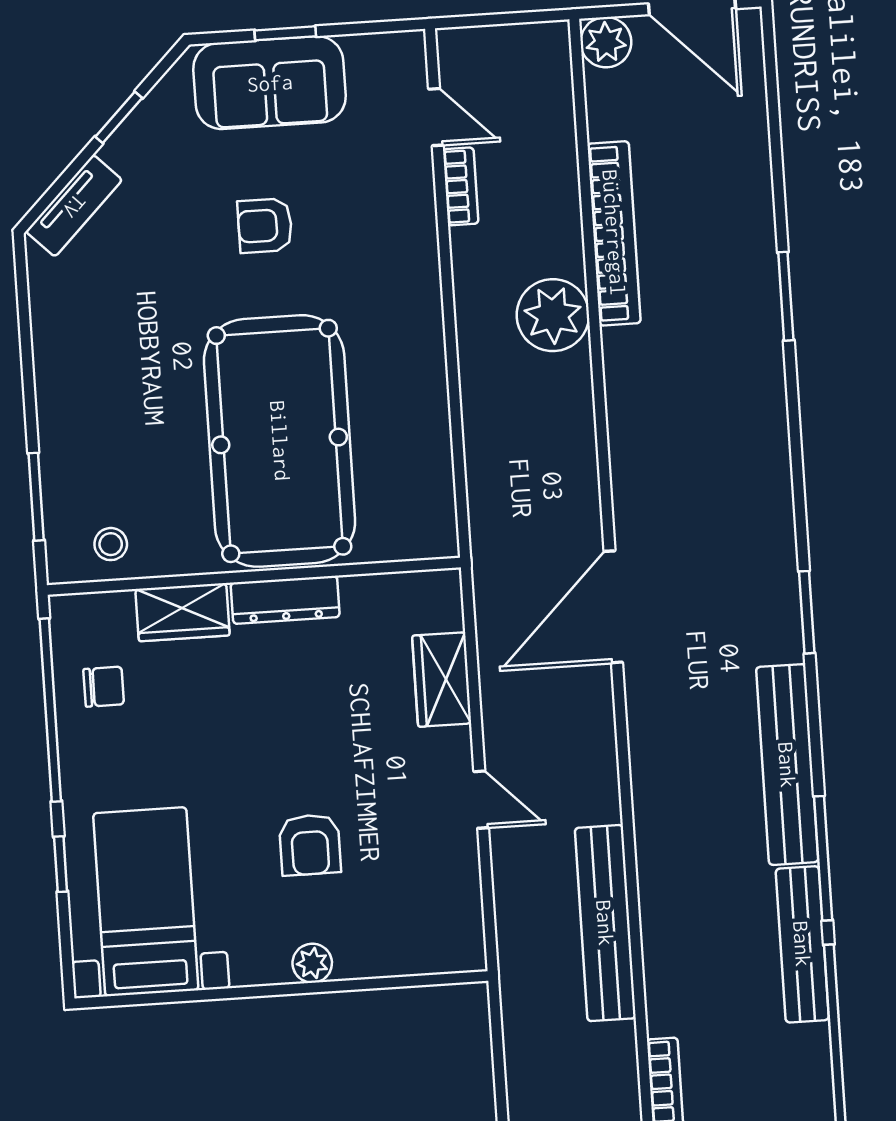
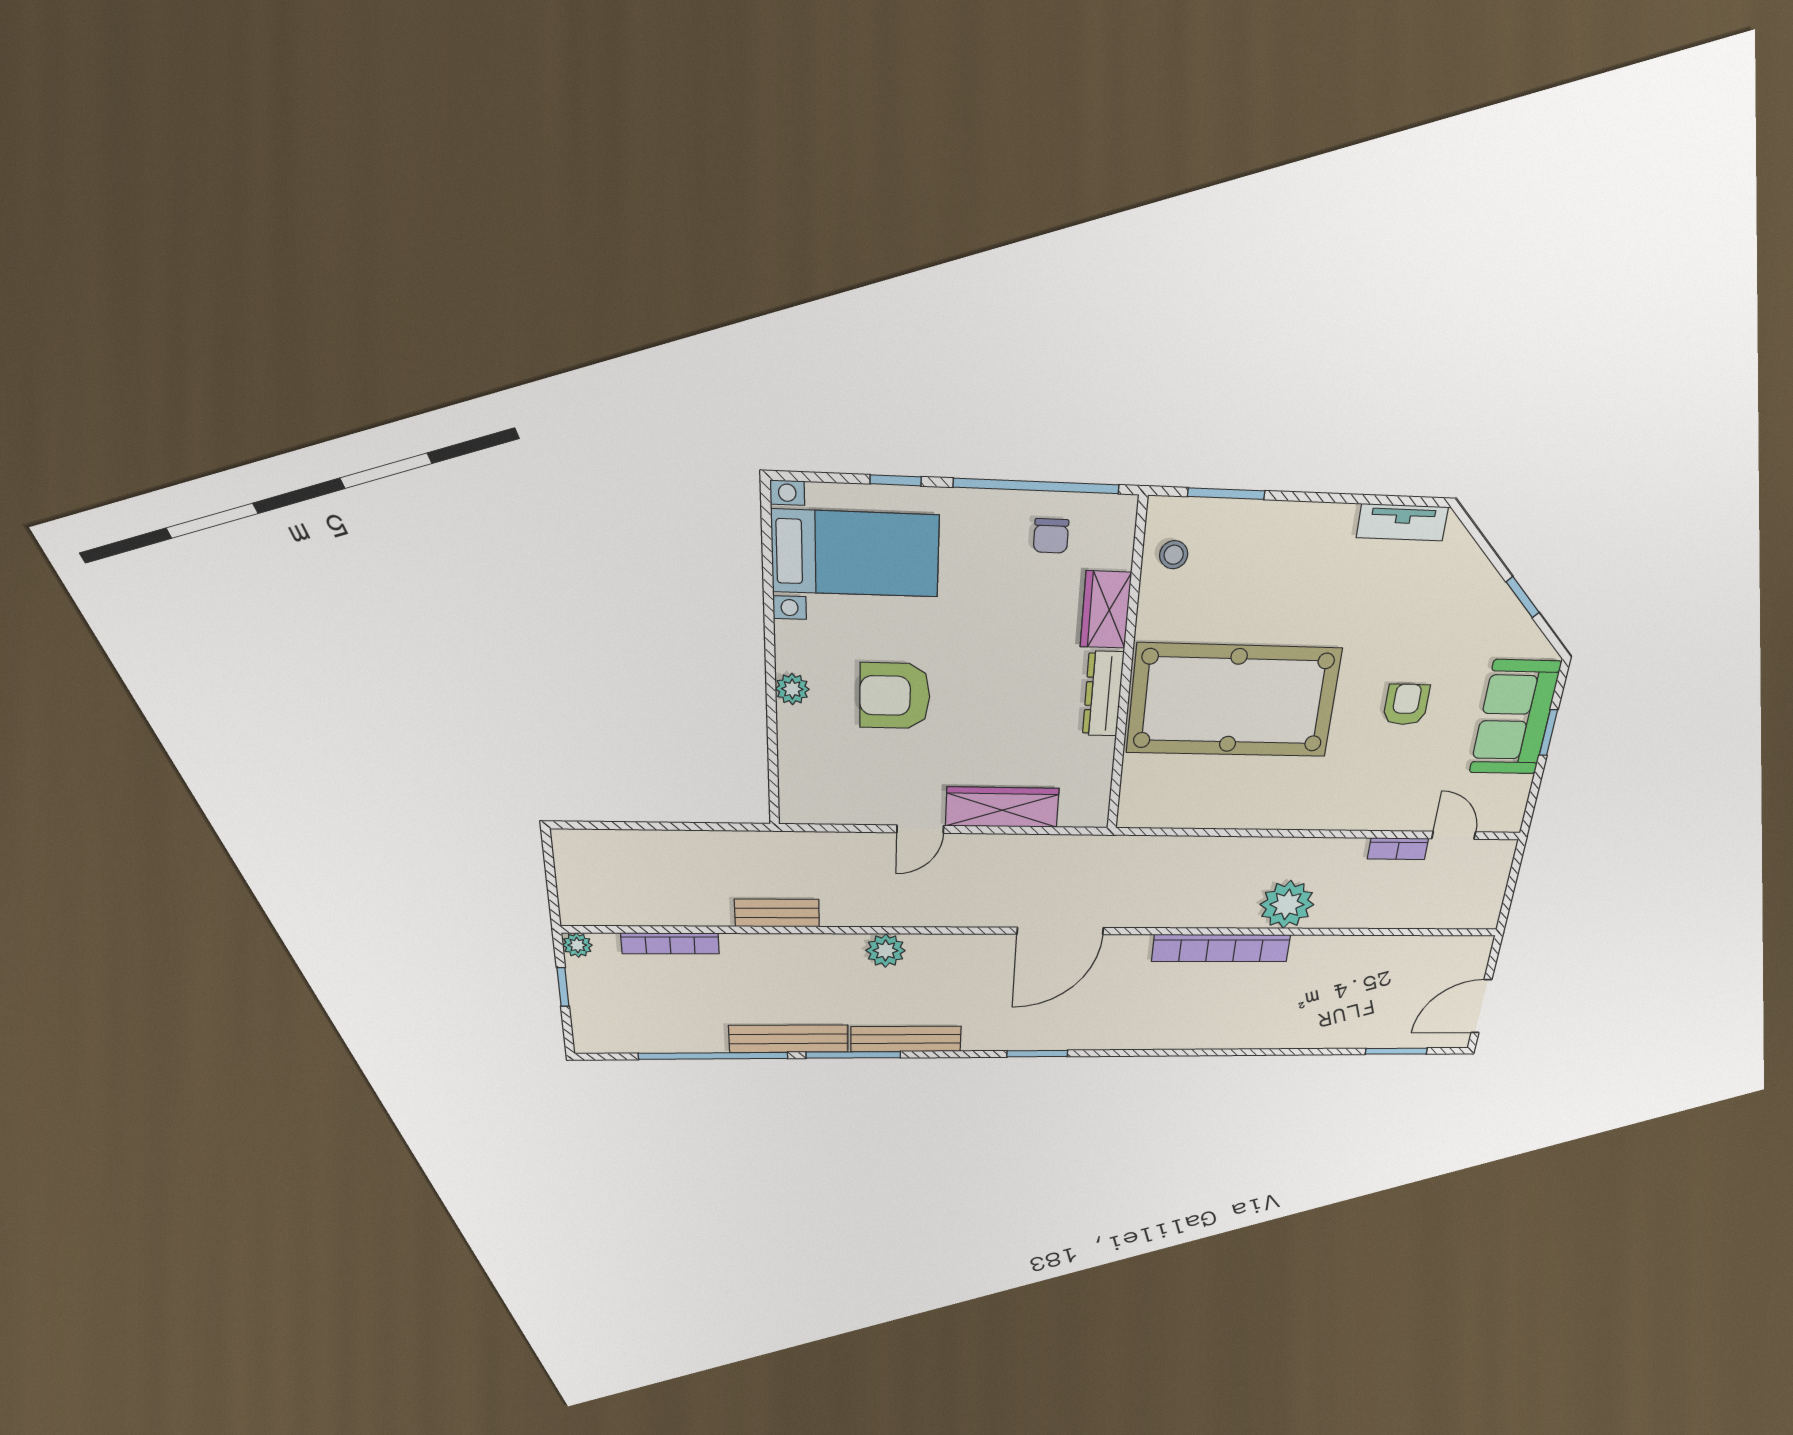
plant: (606, 42) -> (886, 951), moved
door: (436, 117) -> (1454, 835), swing flipped
tv unit: (74, 206) -> (1402, 522), moved, turned -45
bookcase: (614, 233) -> (1221, 948), moved
window: (786, 296) -> (1396, 1051), moved
door: (613, 607) -> (1060, 931), swing flipped
wardrobe: (442, 680) -> (1002, 807), width x1.50
bench: (787, 765) -> (906, 1039), width x0.73, depth x0.82
armchair: (310, 845) -> (895, 696), width x1.38, depth x1.38
bench: (605, 923) -> (777, 913), width x0.54, depth x0.82

